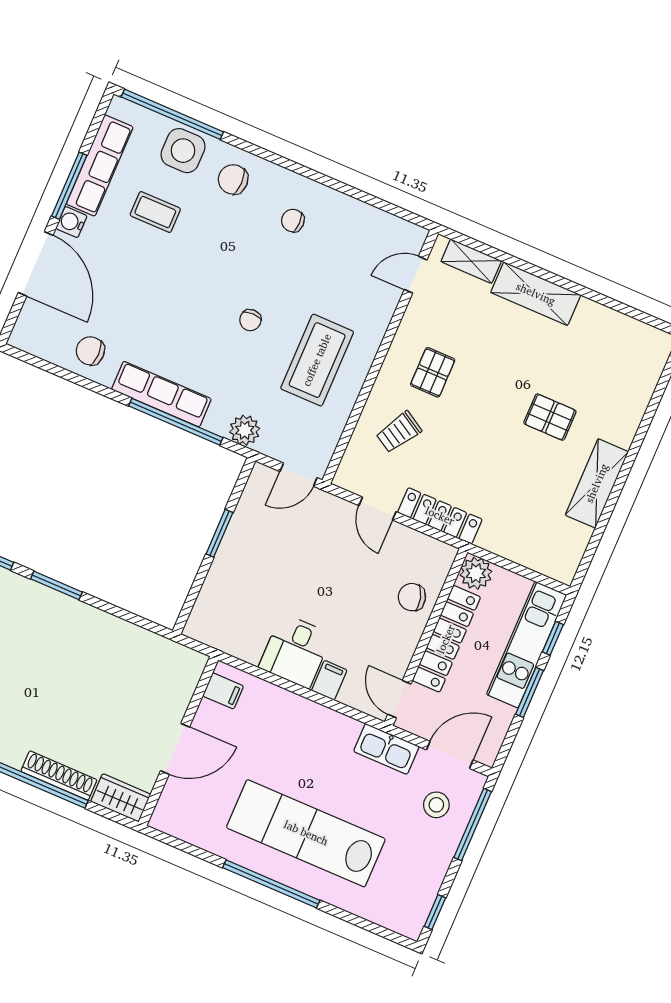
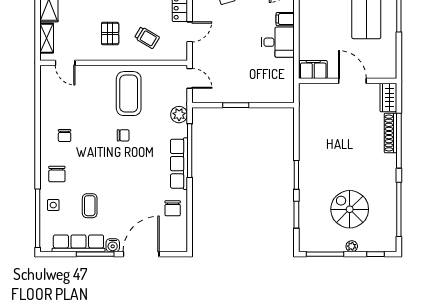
side table: (183, 151) -> (53, 205), width x0.54, depth x0.54
coffee table: (317, 360) -> (129, 94), turned 90
pallet: (433, 372) -> (110, 34), turned 90
filing cabinet: (223, 691) -> (313, 70), width x2.00

